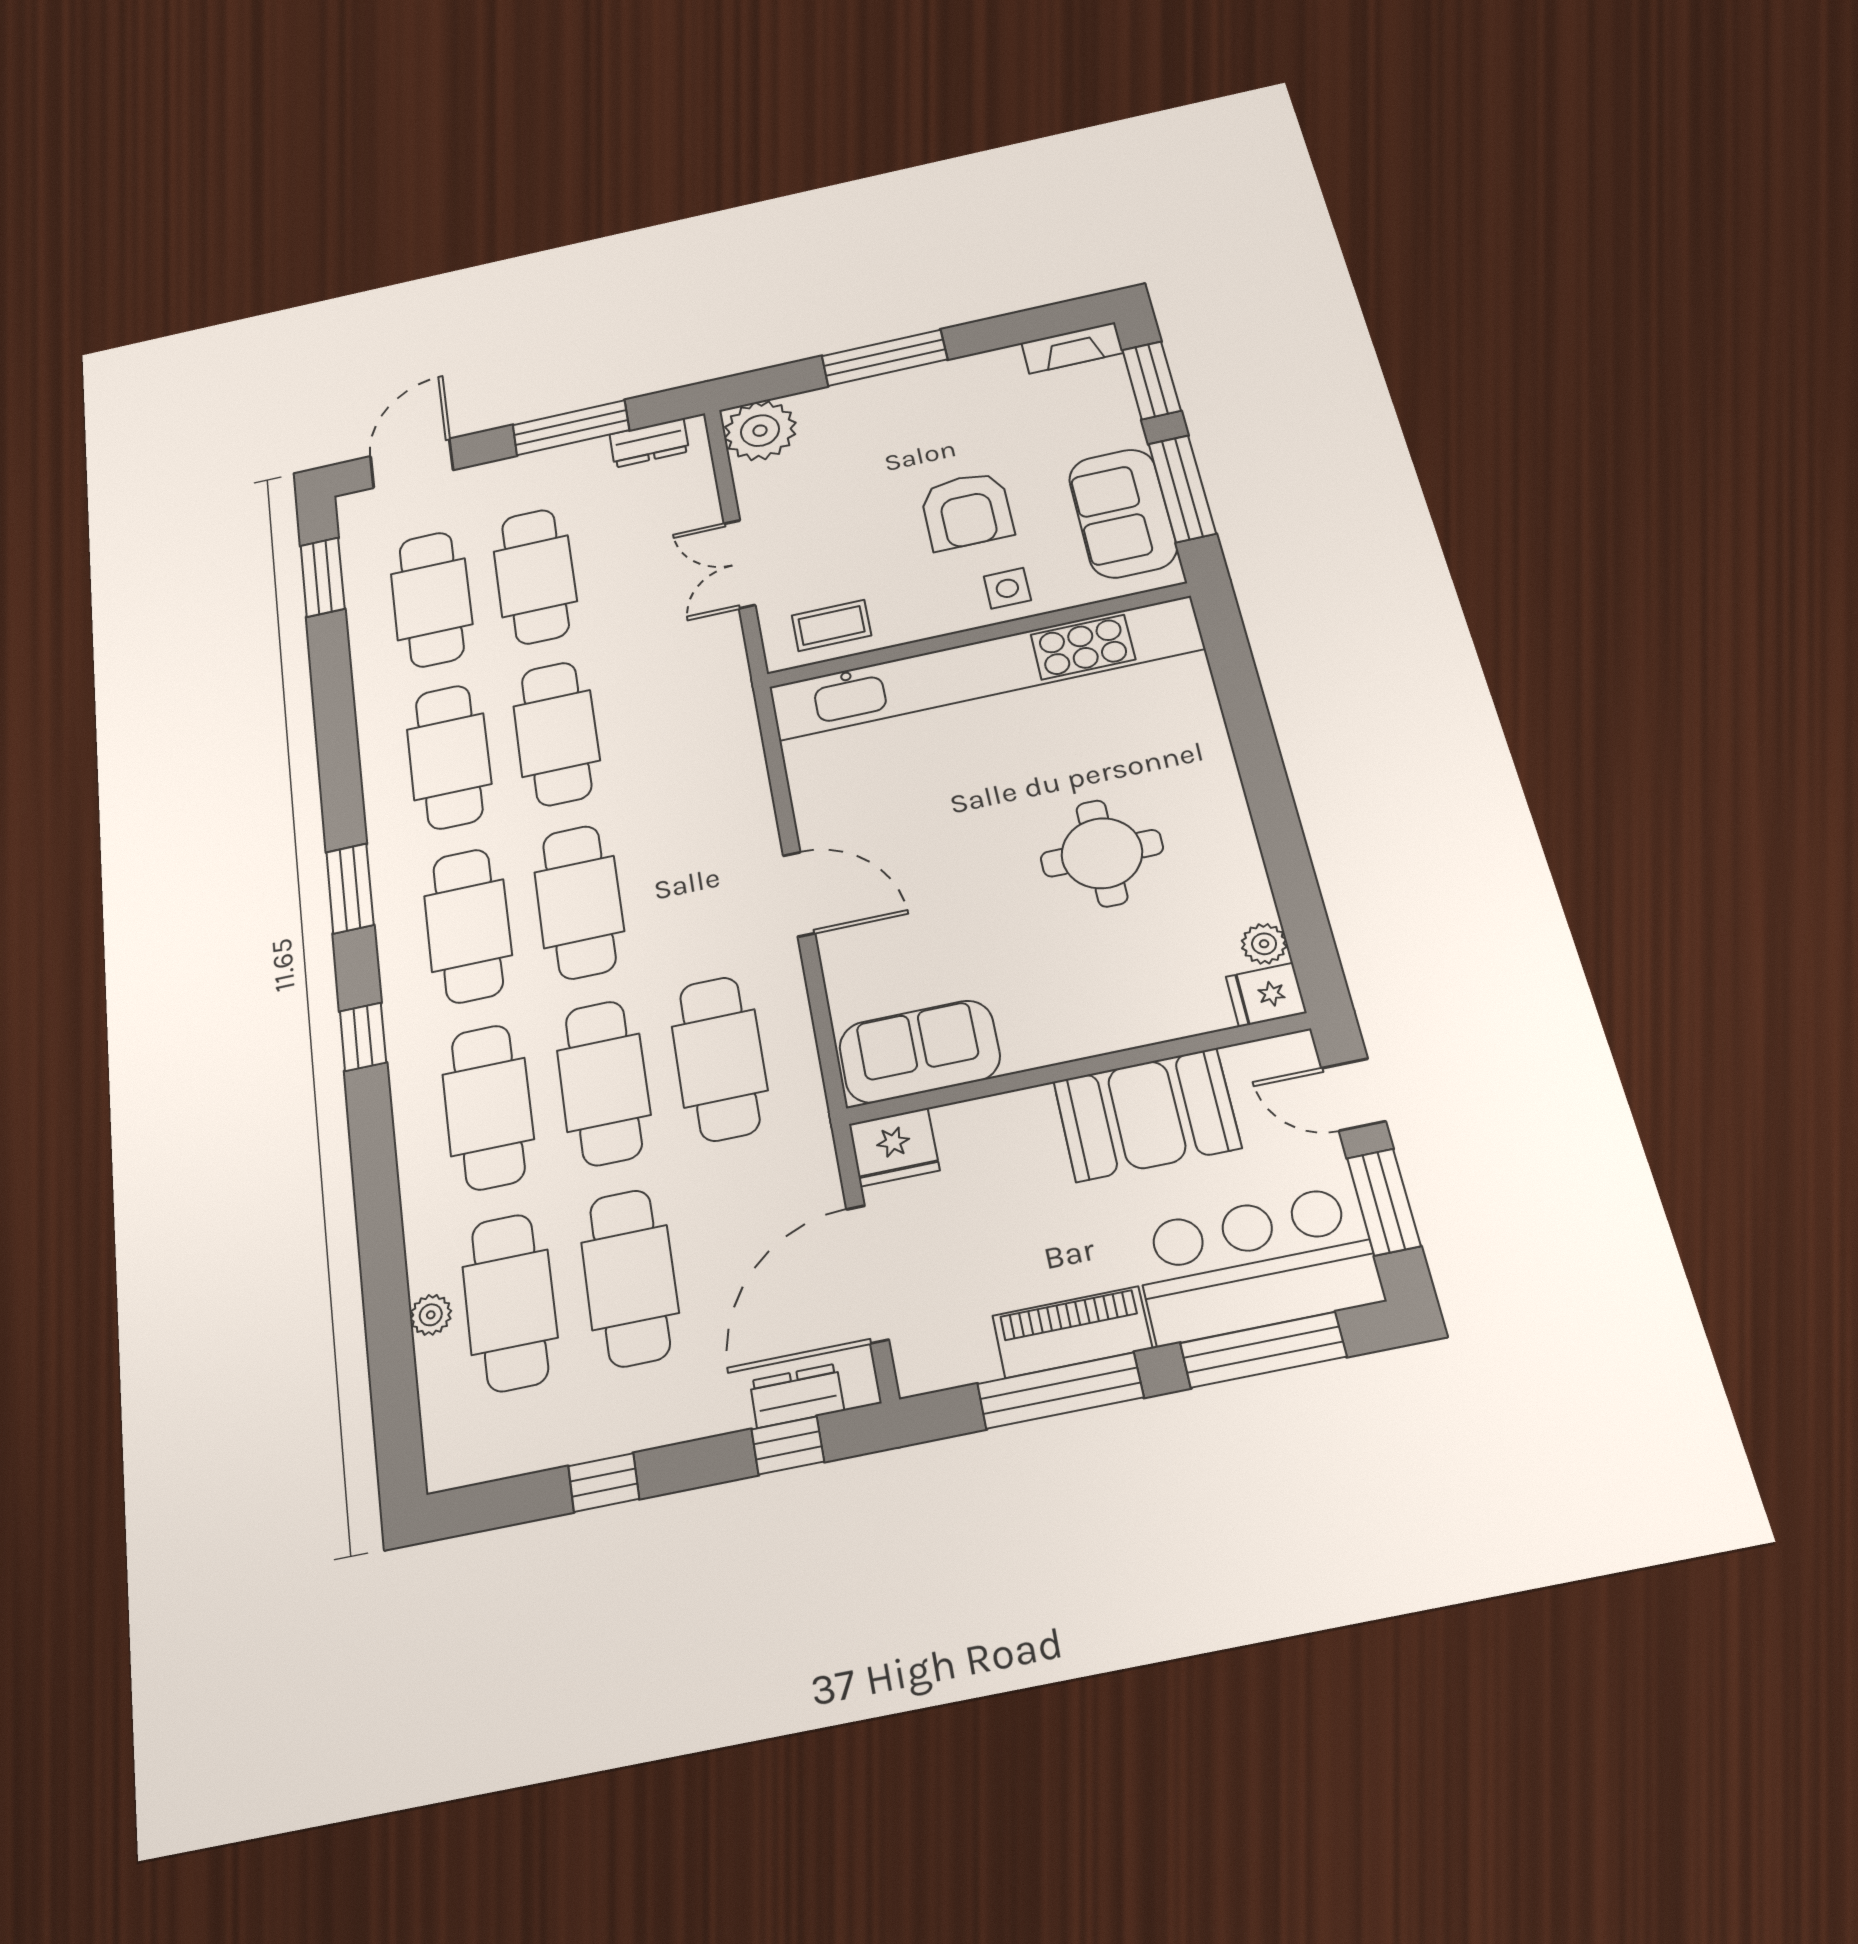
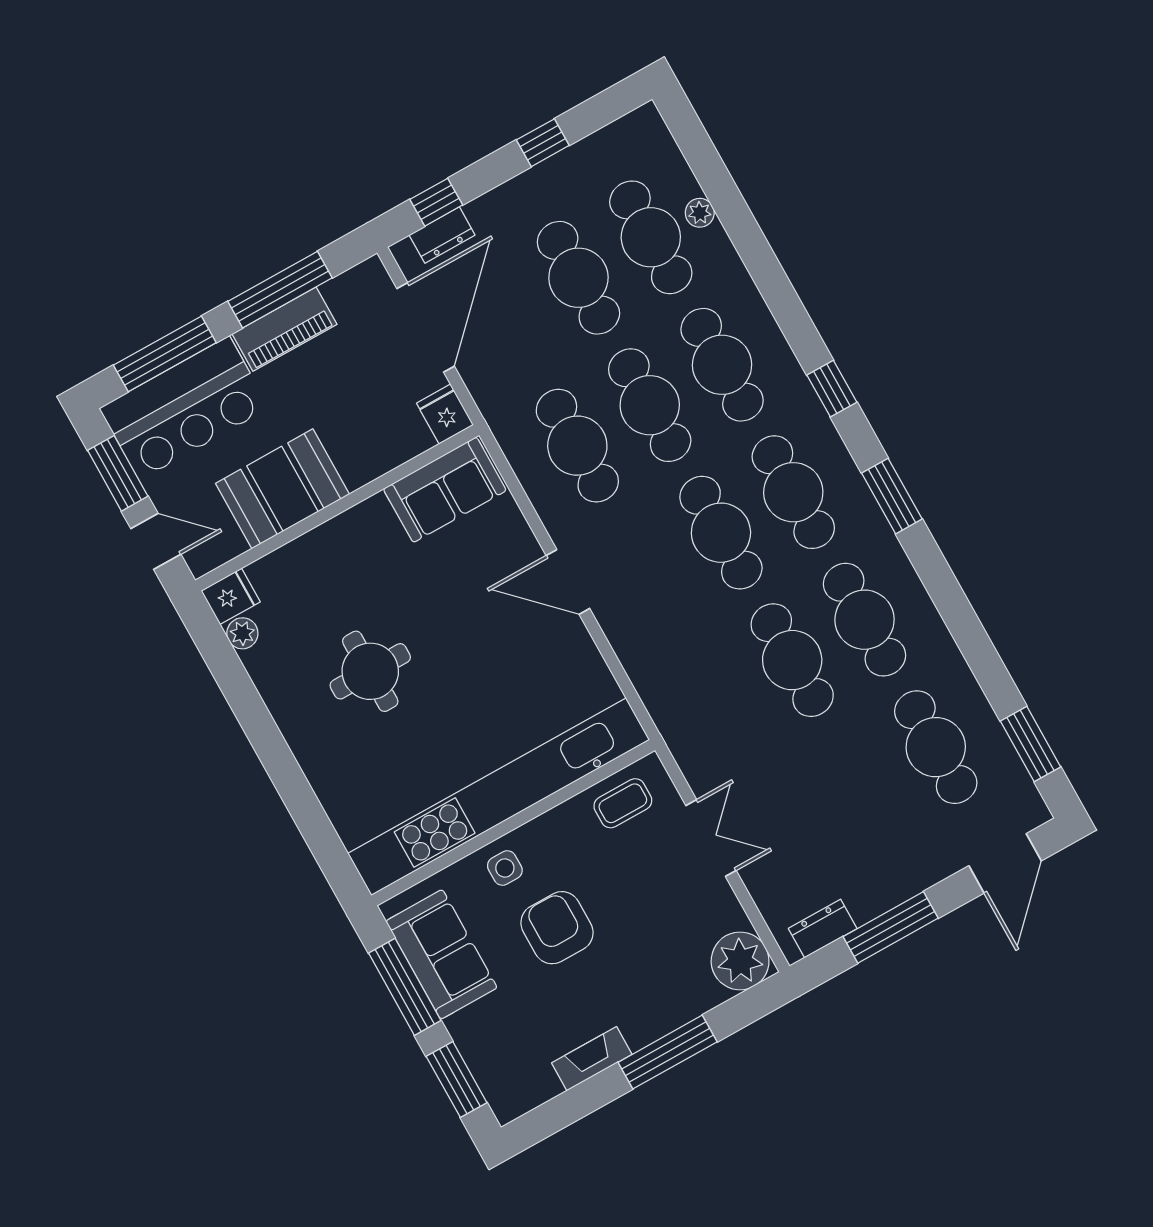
fireplace: (1072, 348) -> (592, 1059), moved
cafe table: (535, 576) -> (863, 788), removed
fridge: (894, 1147) -> (445, 414), width x0.72

